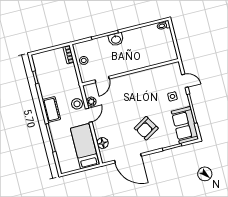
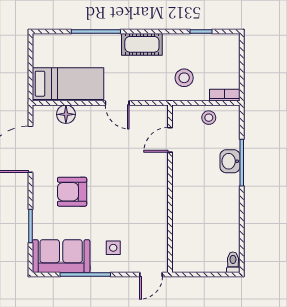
washbasin: (116, 39) -> (230, 161), moved
door: (102, 79) -> (170, 140), hinge flipped
door: (185, 81) -> (151, 275), moved
plant: (91, 102) -> (138, 113), removed
stool: (77, 104) -> (184, 78), moved
armchair: (146, 128) -> (72, 192), turned -59

